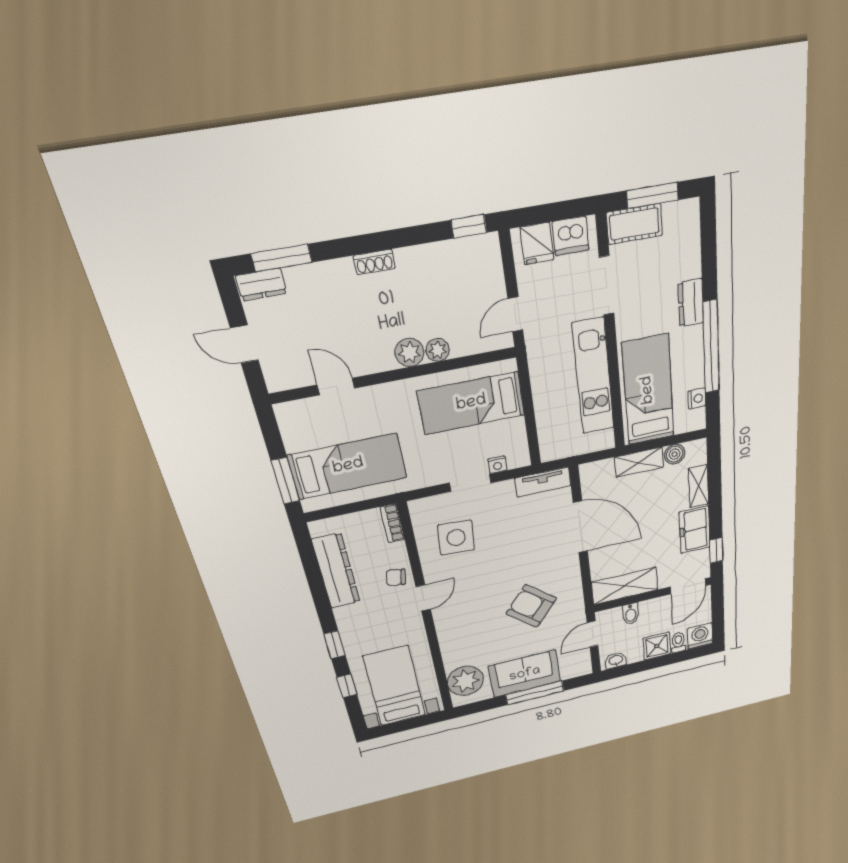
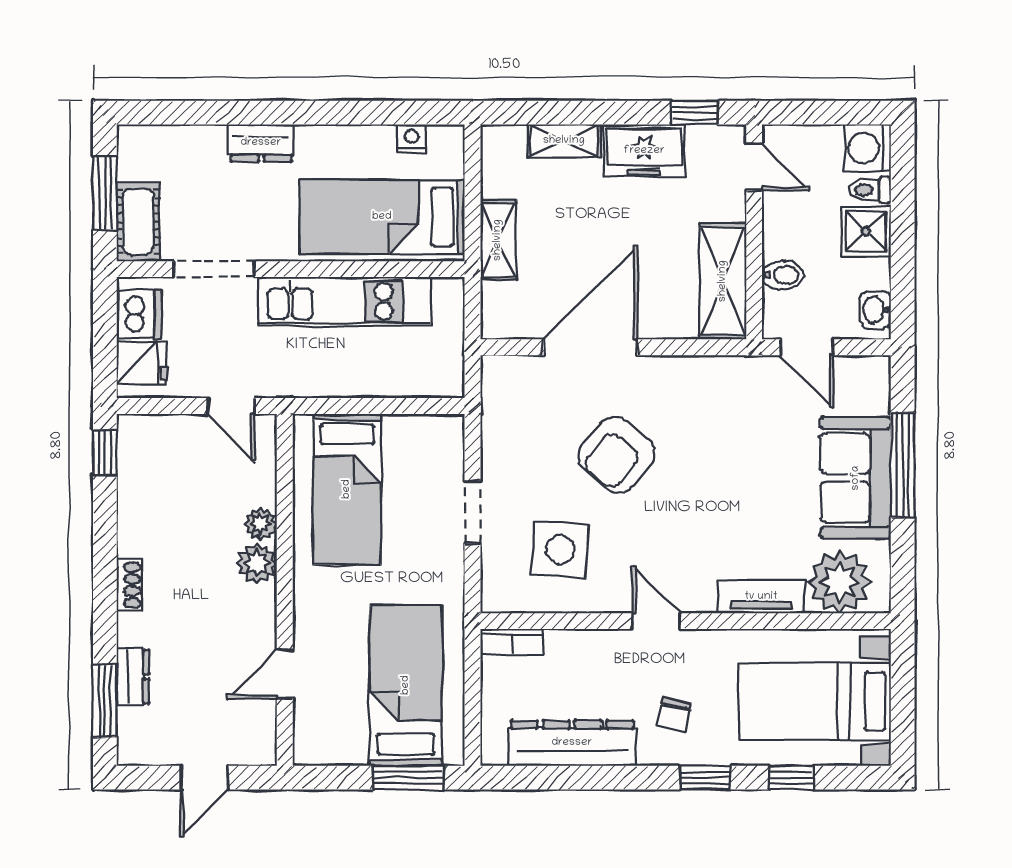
dresser: (261, 285) -> (133, 677), moved
window: (711, 347) -> (334, 113), removed
boiler: (675, 454) -> (497, 180), removed
nightstand: (497, 465) -> (452, 466), removed
tv unit: (543, 482) -> (761, 597), moved, turned -90
chair: (396, 577) -> (674, 715), moved
door: (688, 586) -> (754, 167), width x0.73
armchair: (531, 606) -> (616, 455), moved

